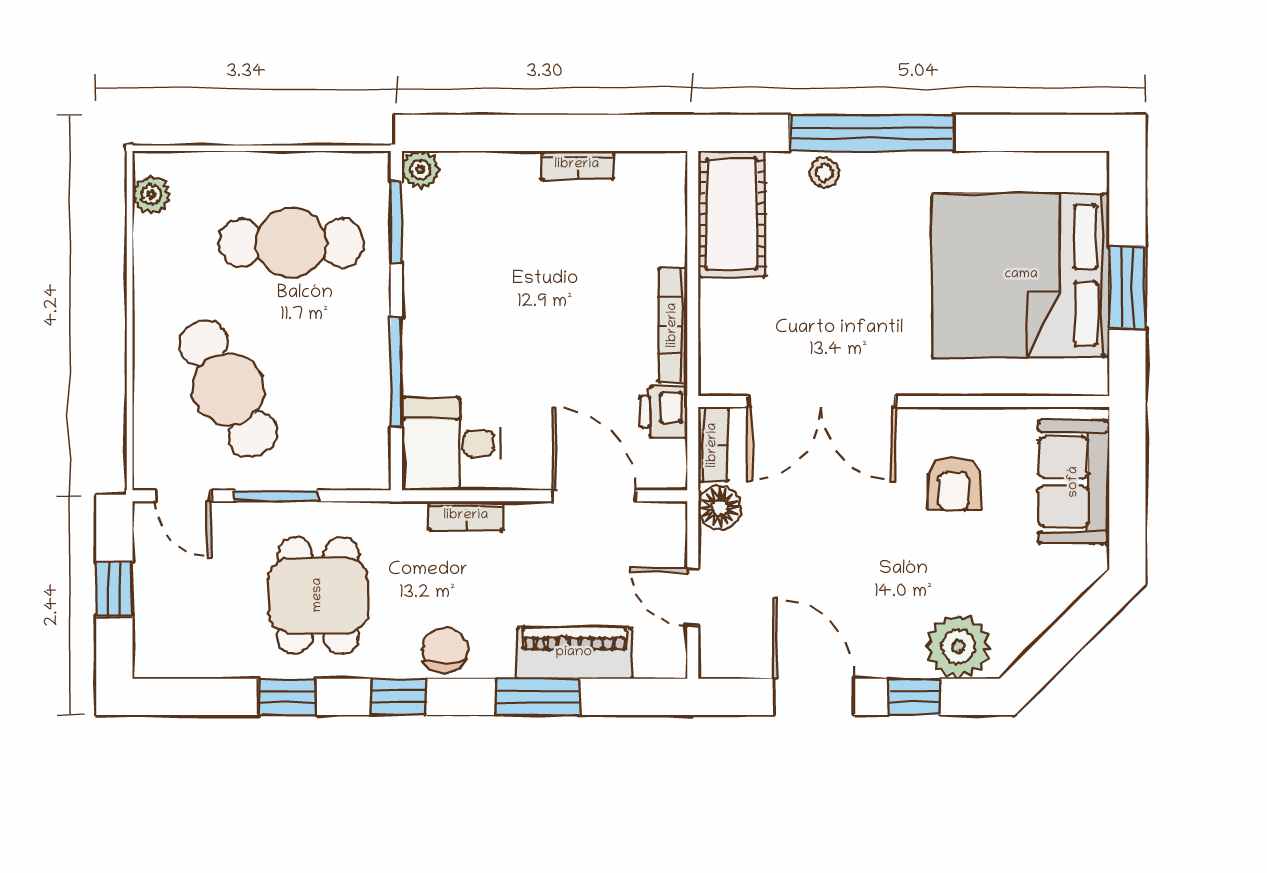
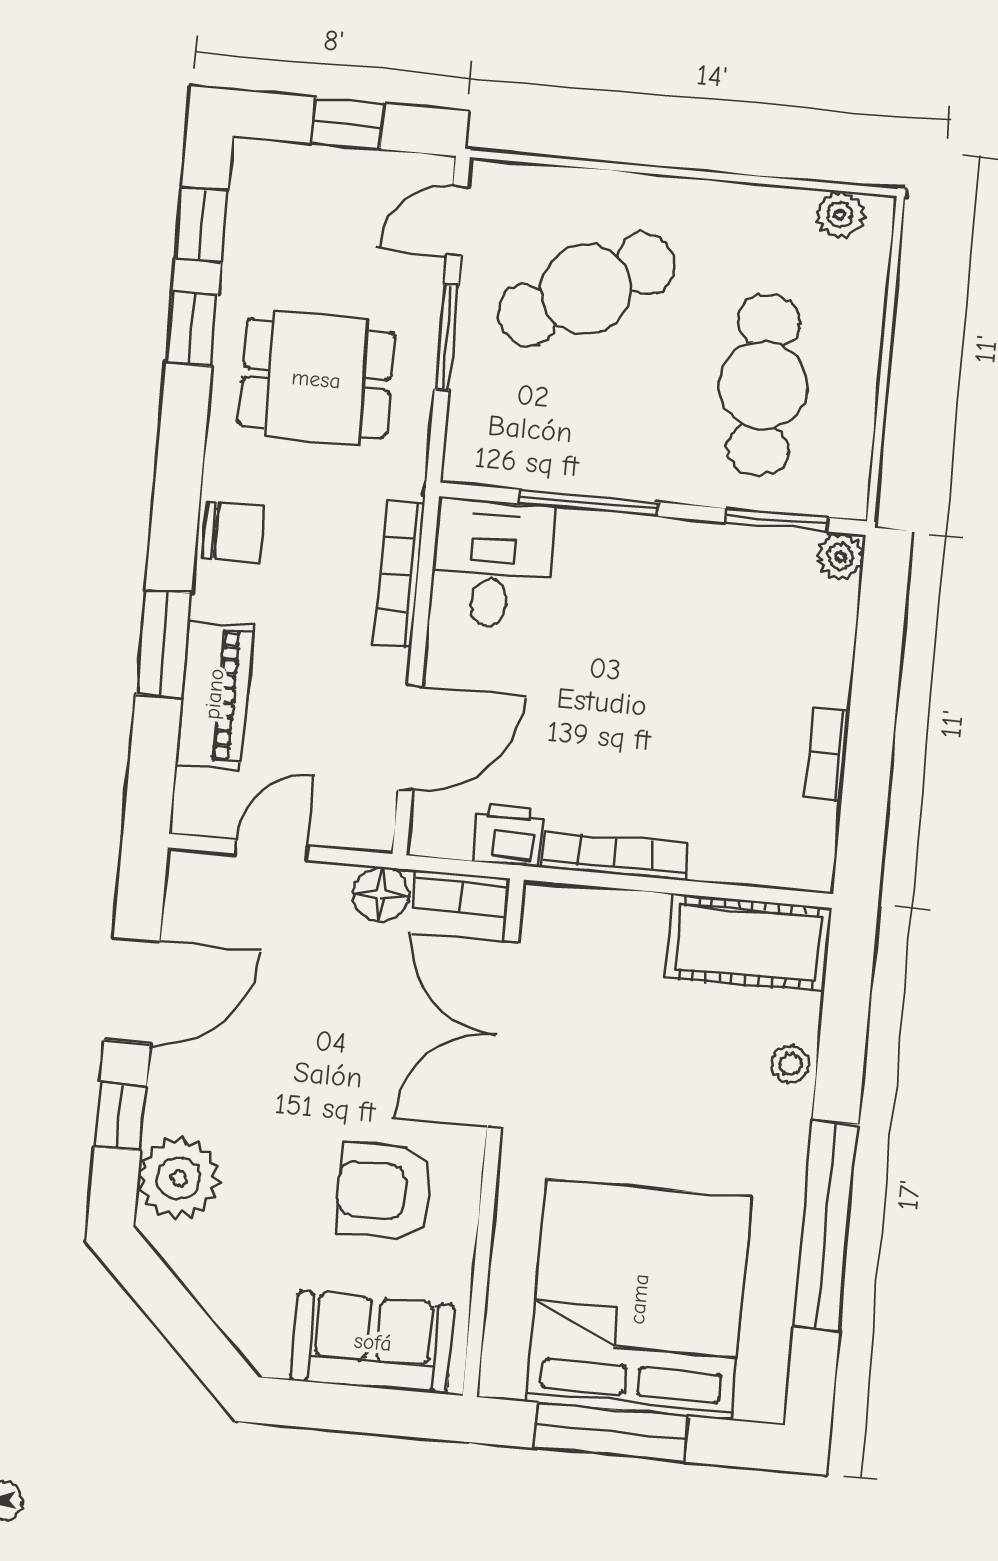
window: (871, 133) -> (826, 1225), moved
window: (1127, 287) -> (611, 1432), width x1.44
armchair: (954, 484) -> (384, 1191), width x1.38, depth x1.38
bookcase: (466, 516) -> (399, 574), width x1.56
window: (399, 697) -> (202, 225), moved

